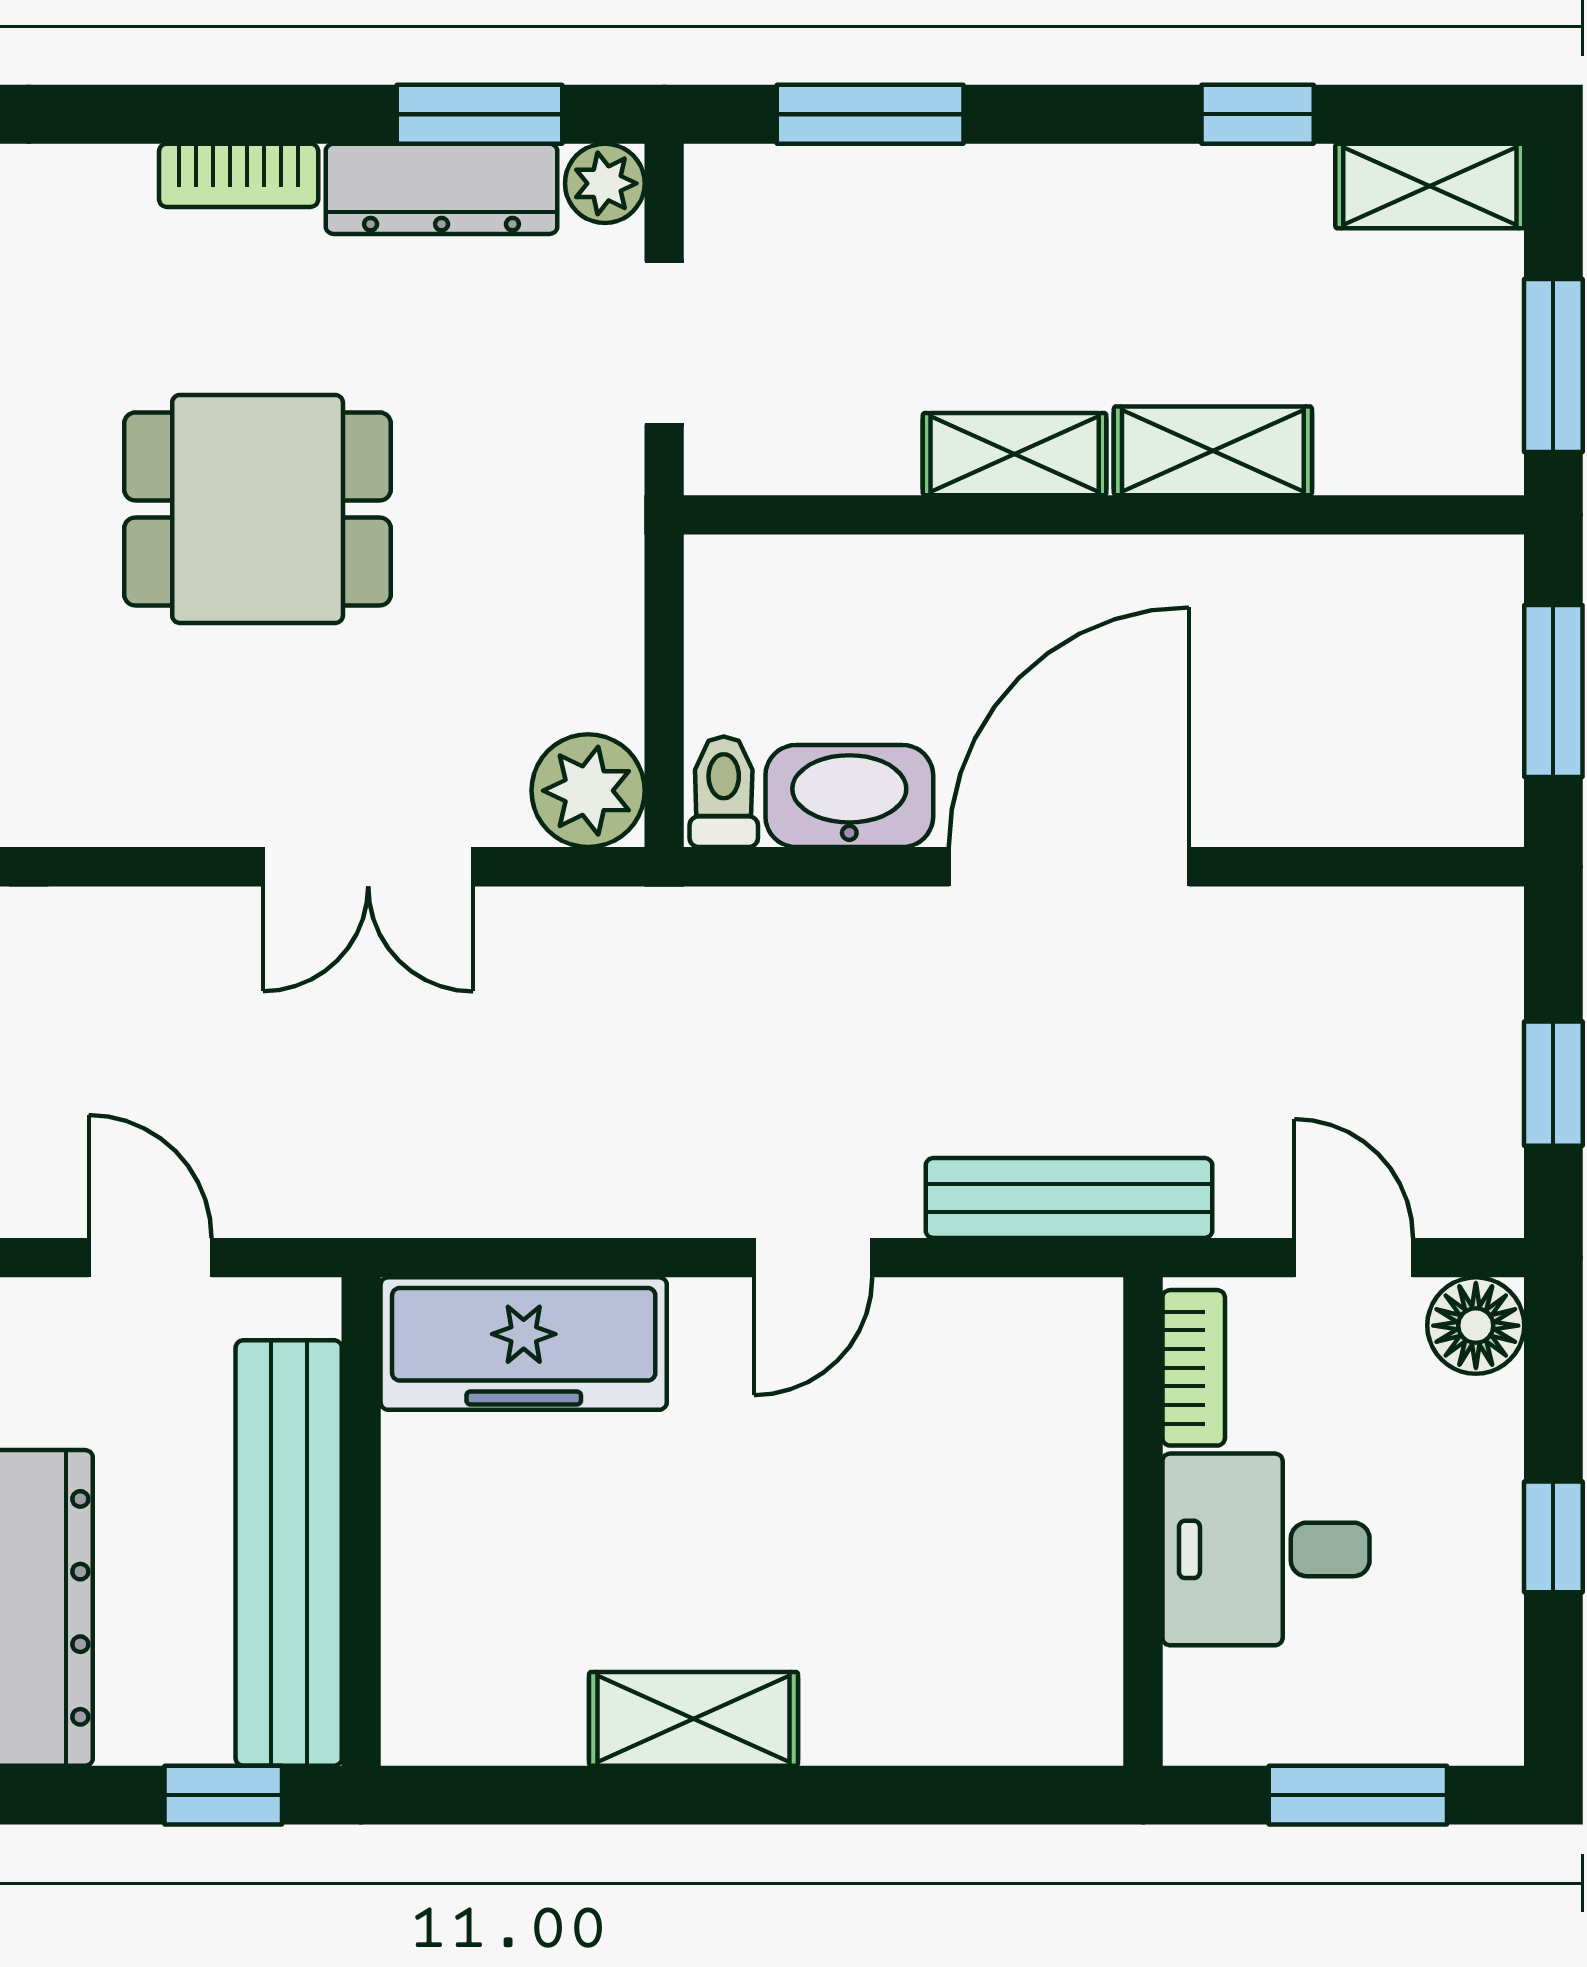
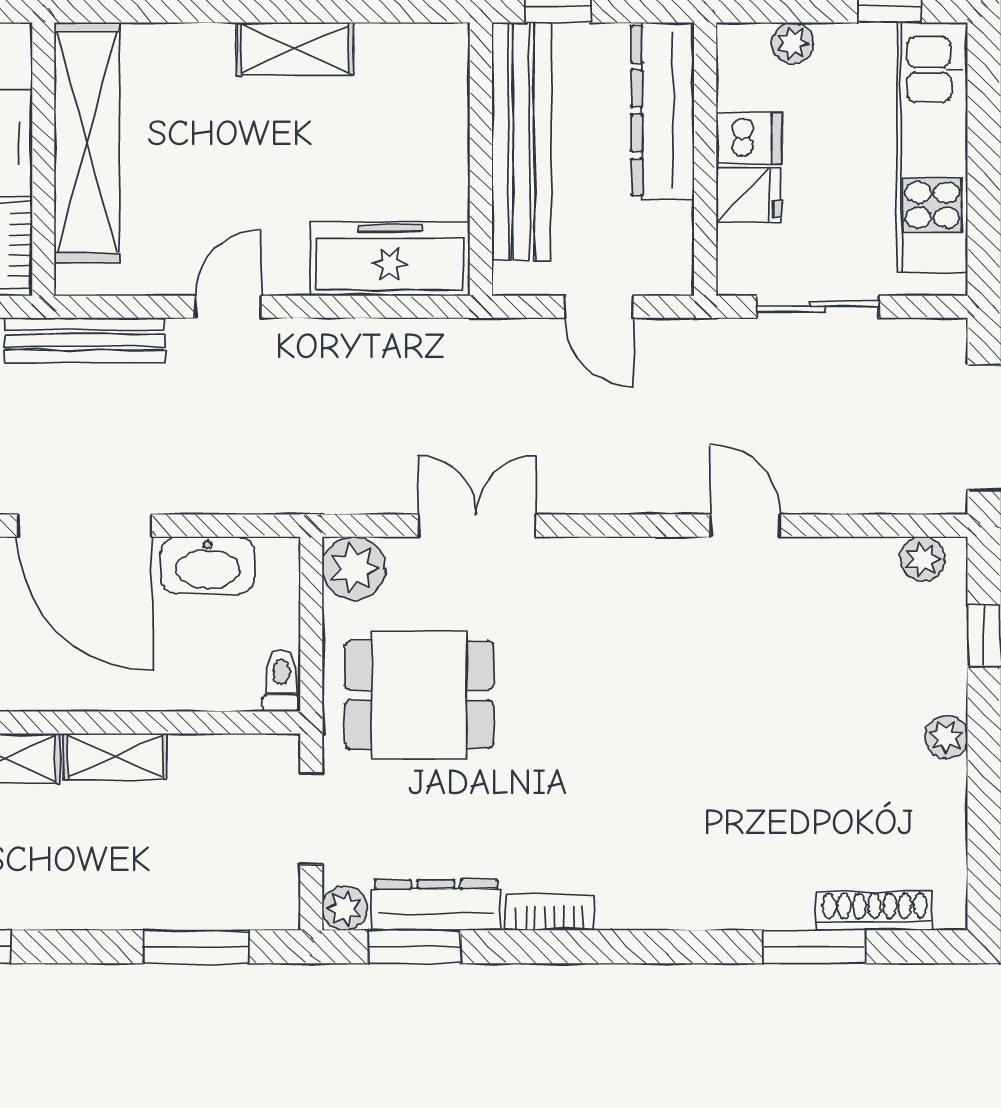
dining table: (258, 509) -> (419, 695), moved
toilet: (724, 792) -> (281, 681), moved, turned 180
door: (1069, 867) -> (85, 526), hinge flipped
shelving: (1065, 1552) -> (87, 142), added

